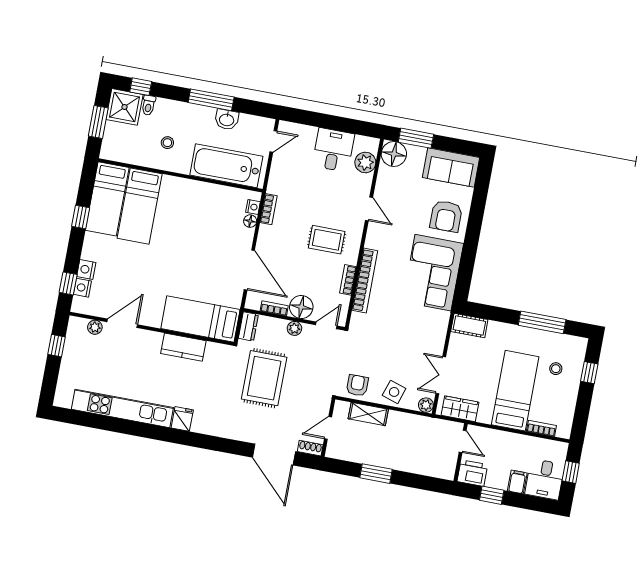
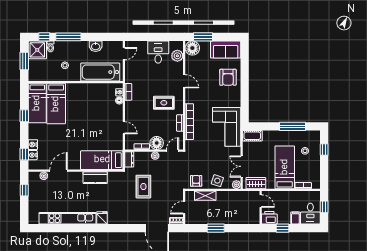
window: (211, 100) -> (68, 37), moved
door: (249, 270) -> (124, 128), width x0.53
corner sofa: (433, 273) -> (227, 127), moved
rug: (264, 378) -> (143, 187), width x0.73, depth x0.70

